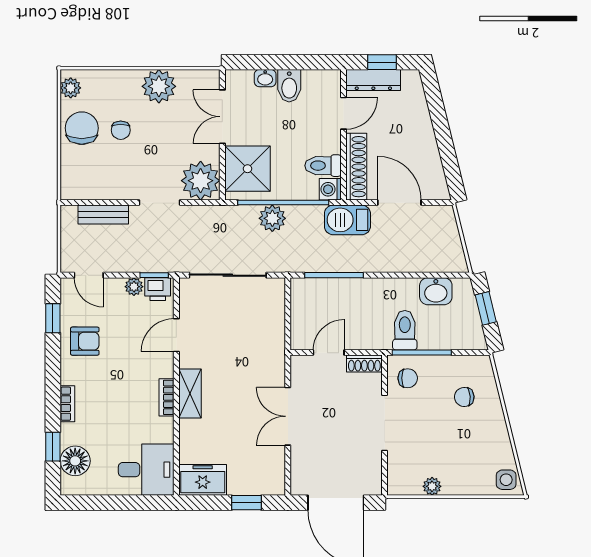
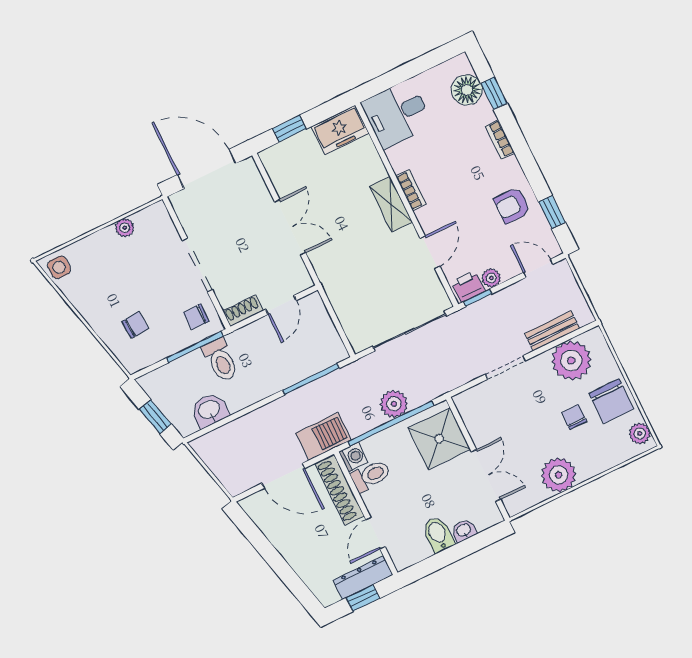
plant: (201, 181) -> (571, 360), moved

